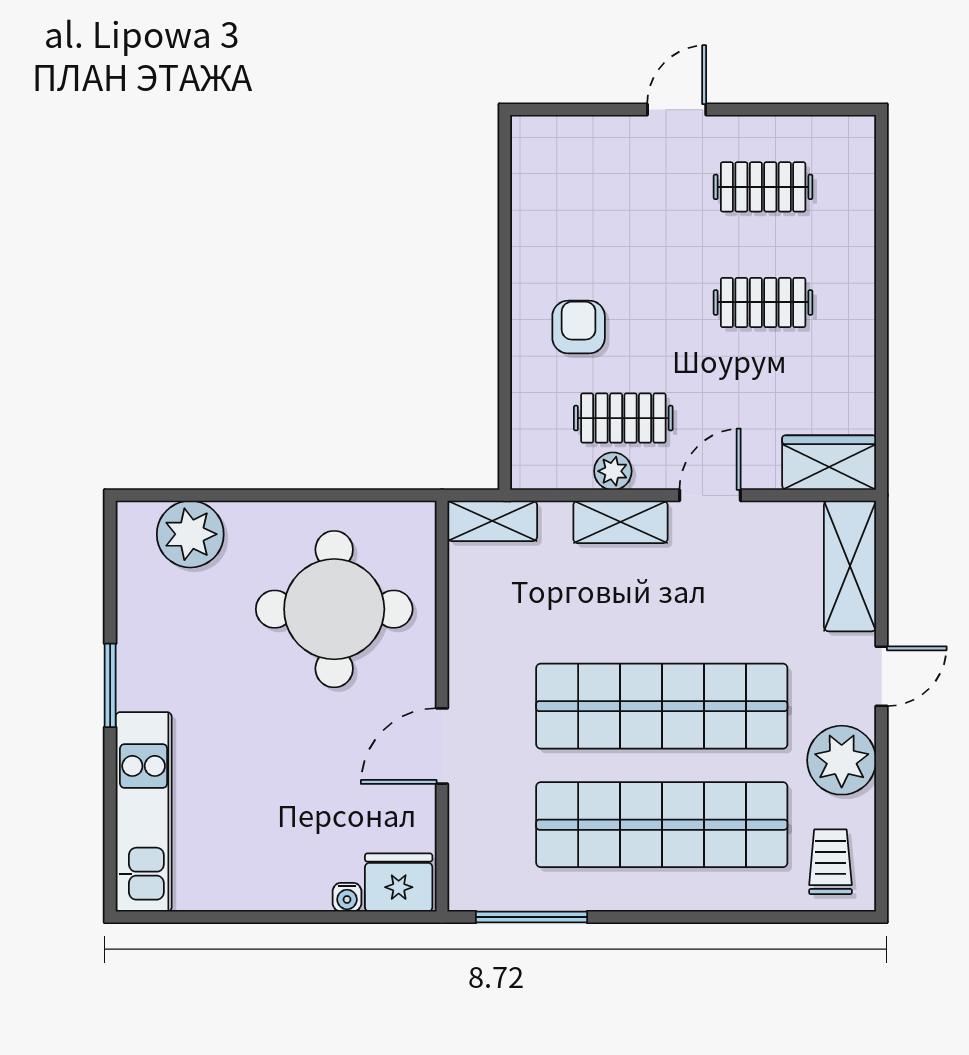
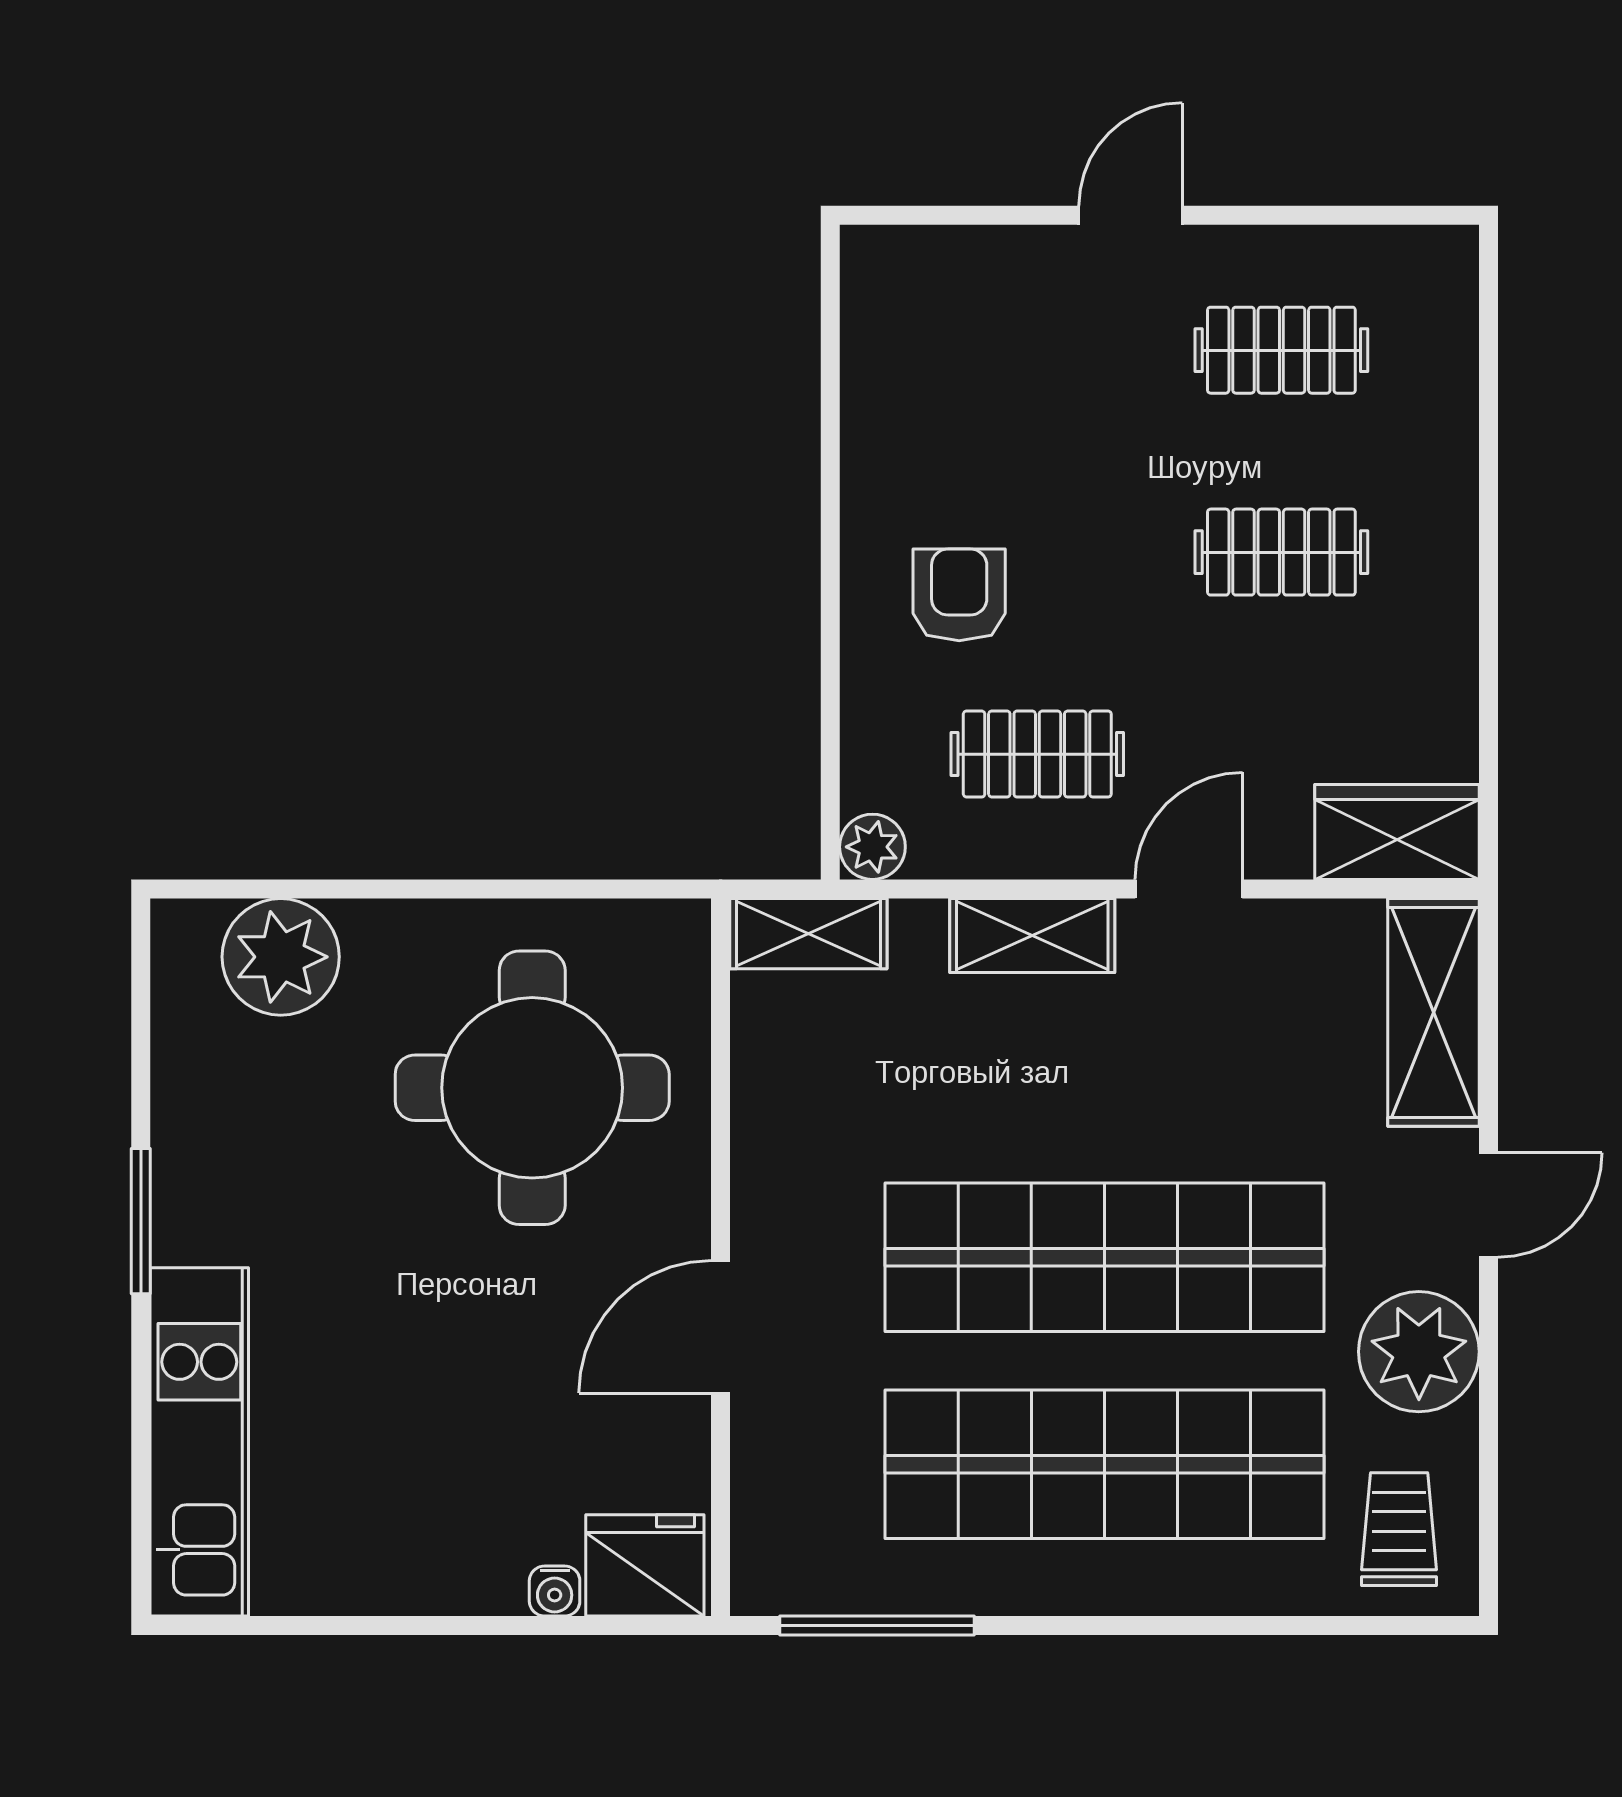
plant: (613, 471) -> (872, 847), moved

